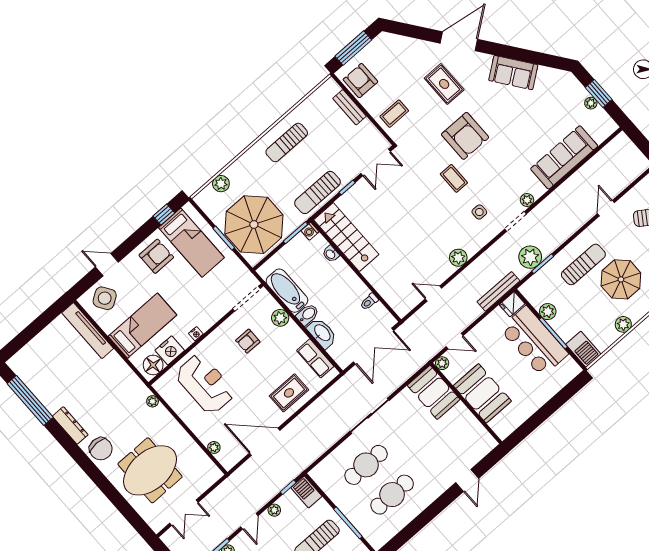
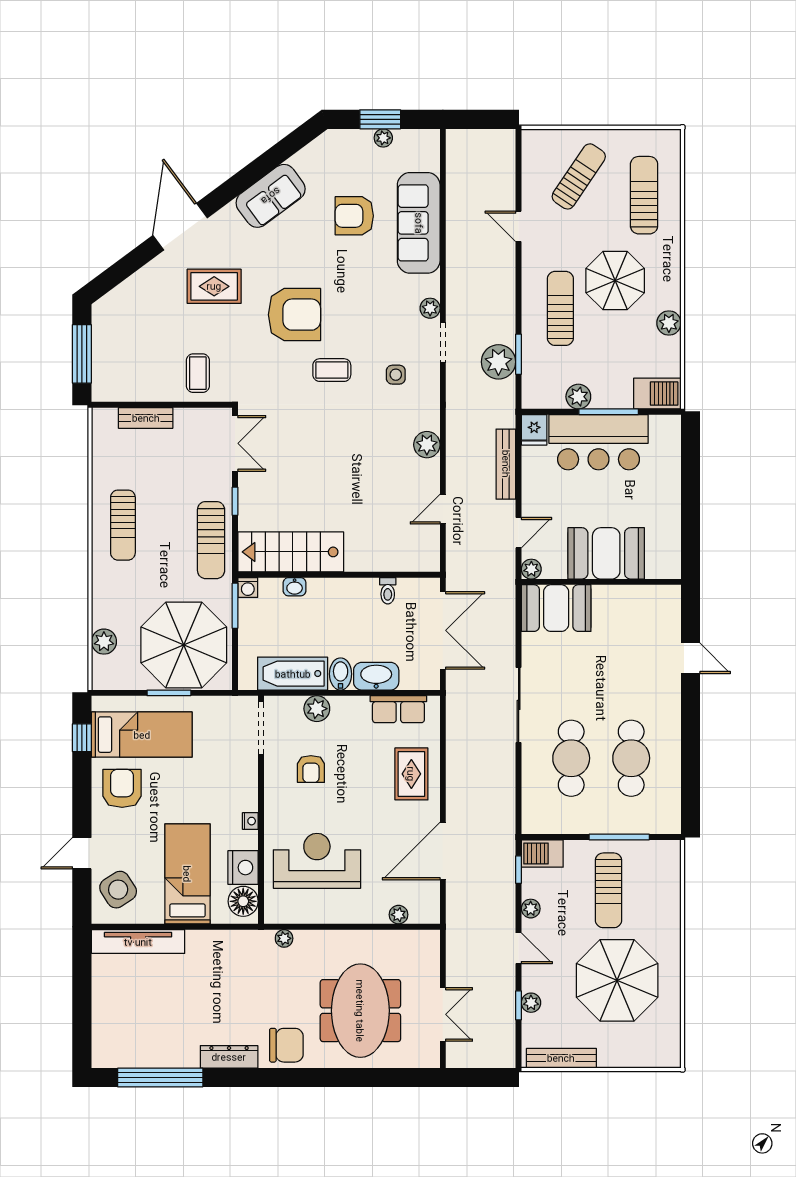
armchair: (360, 81) -> (354, 216), moved
bench: (498, 291) -> (506, 464), moved

